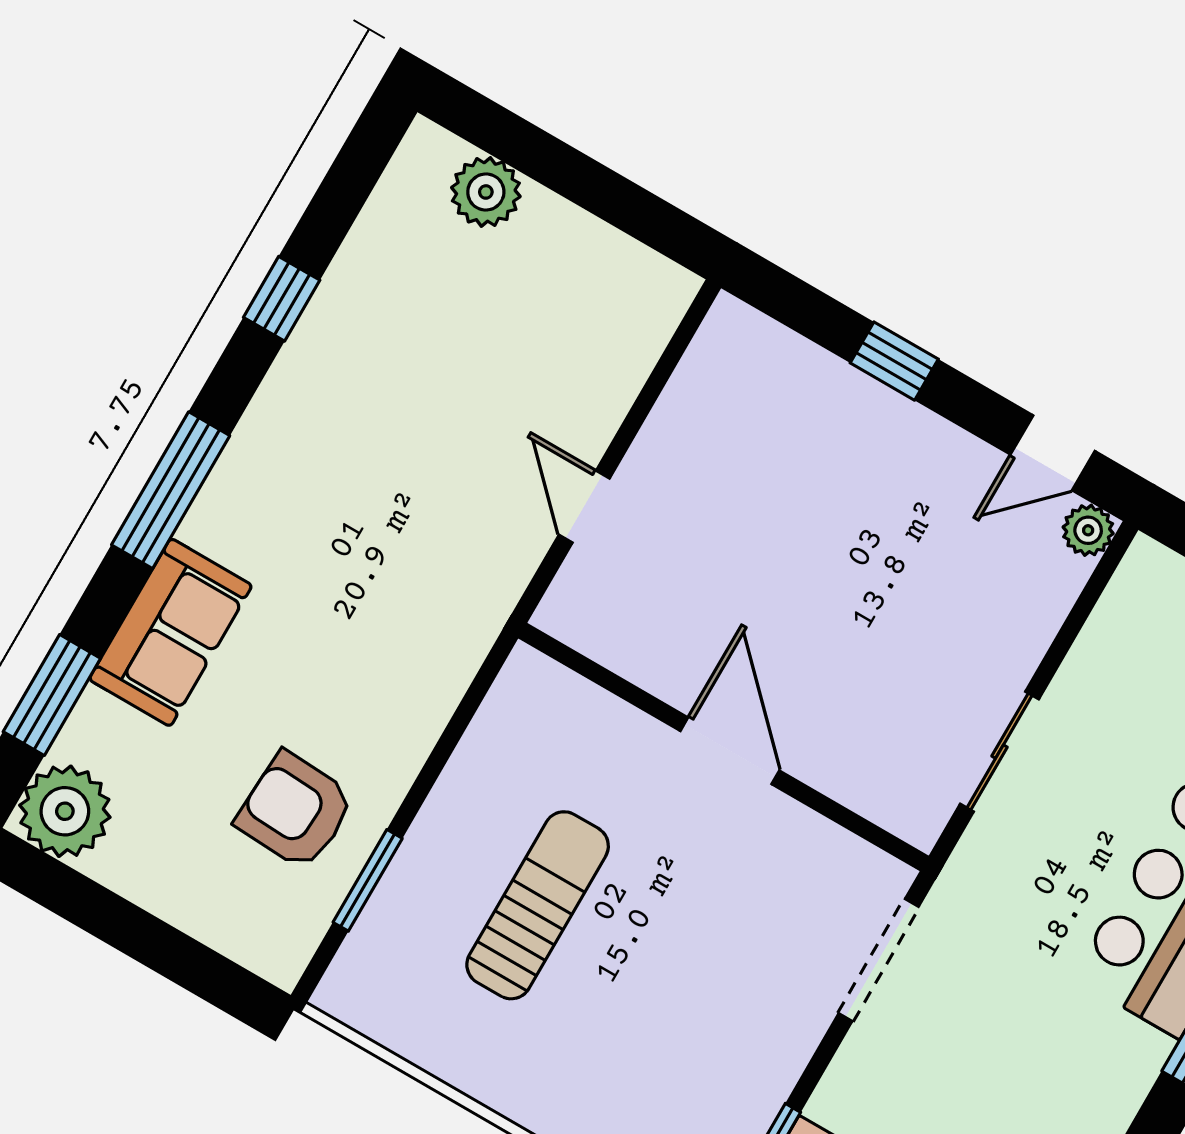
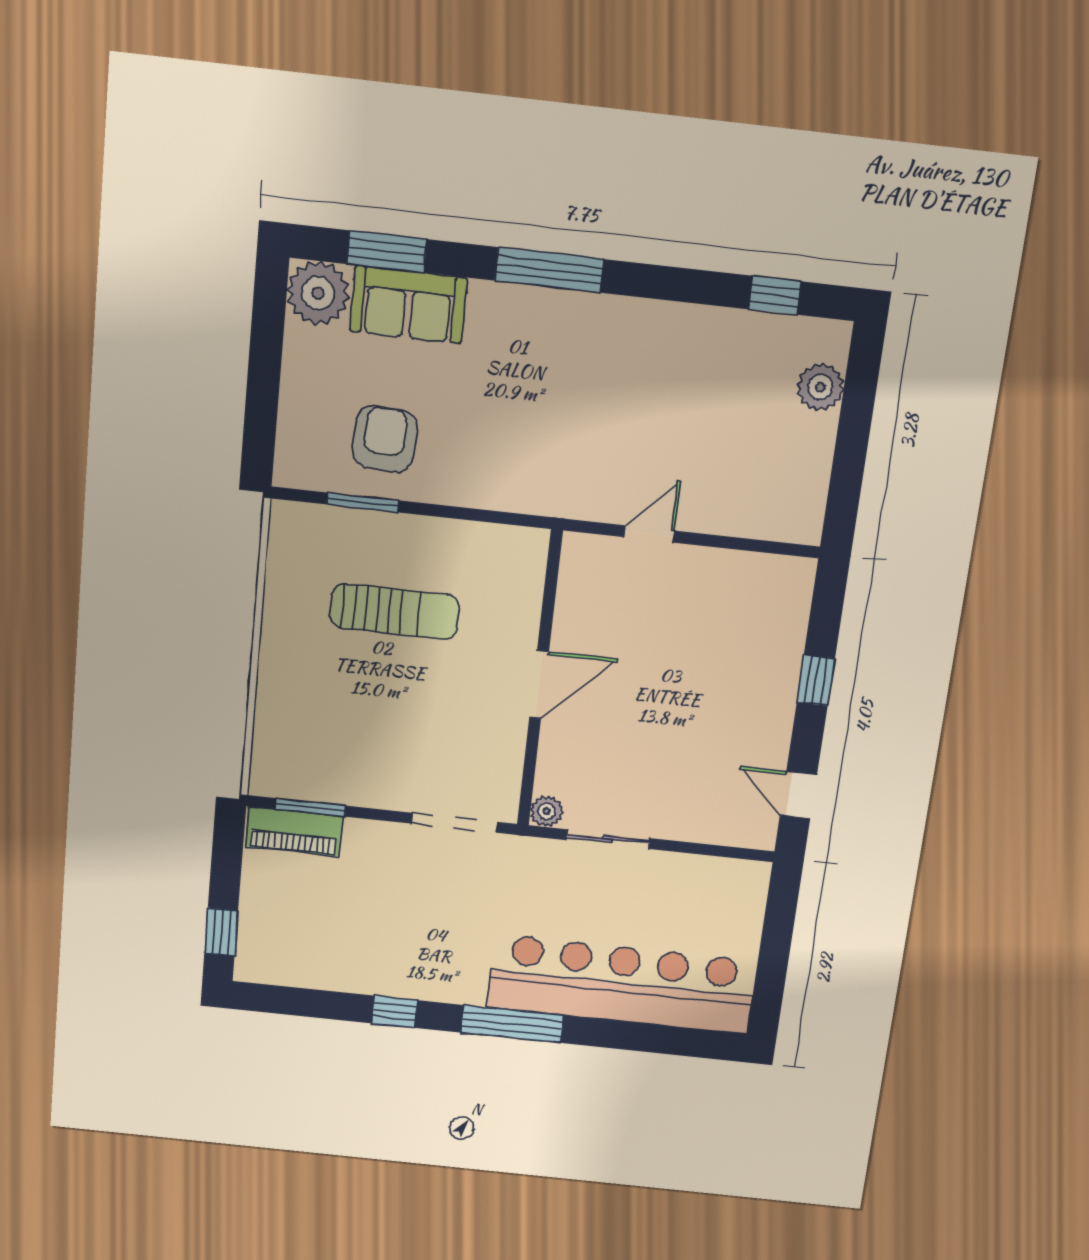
window: (282, 299) -> (775, 295), moved
plant: (1088, 530) -> (547, 811), moved
sofa: (171, 632) -> (408, 305), moved

